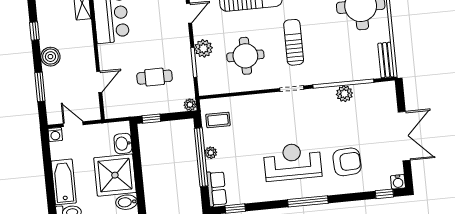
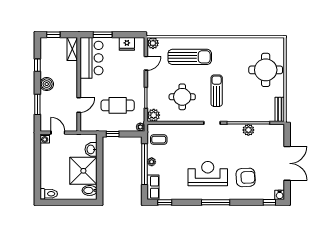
plant: (203, 48) -> (154, 115), moved
cafe table: (155, 77) -> (118, 105), width x1.37, depth x1.35
bathtub: (64, 182) -> (47, 172), removed

